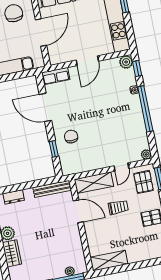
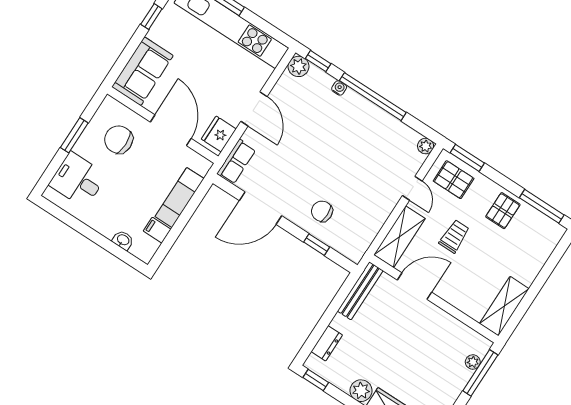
fridge: (60, 56) -> (219, 134), added

